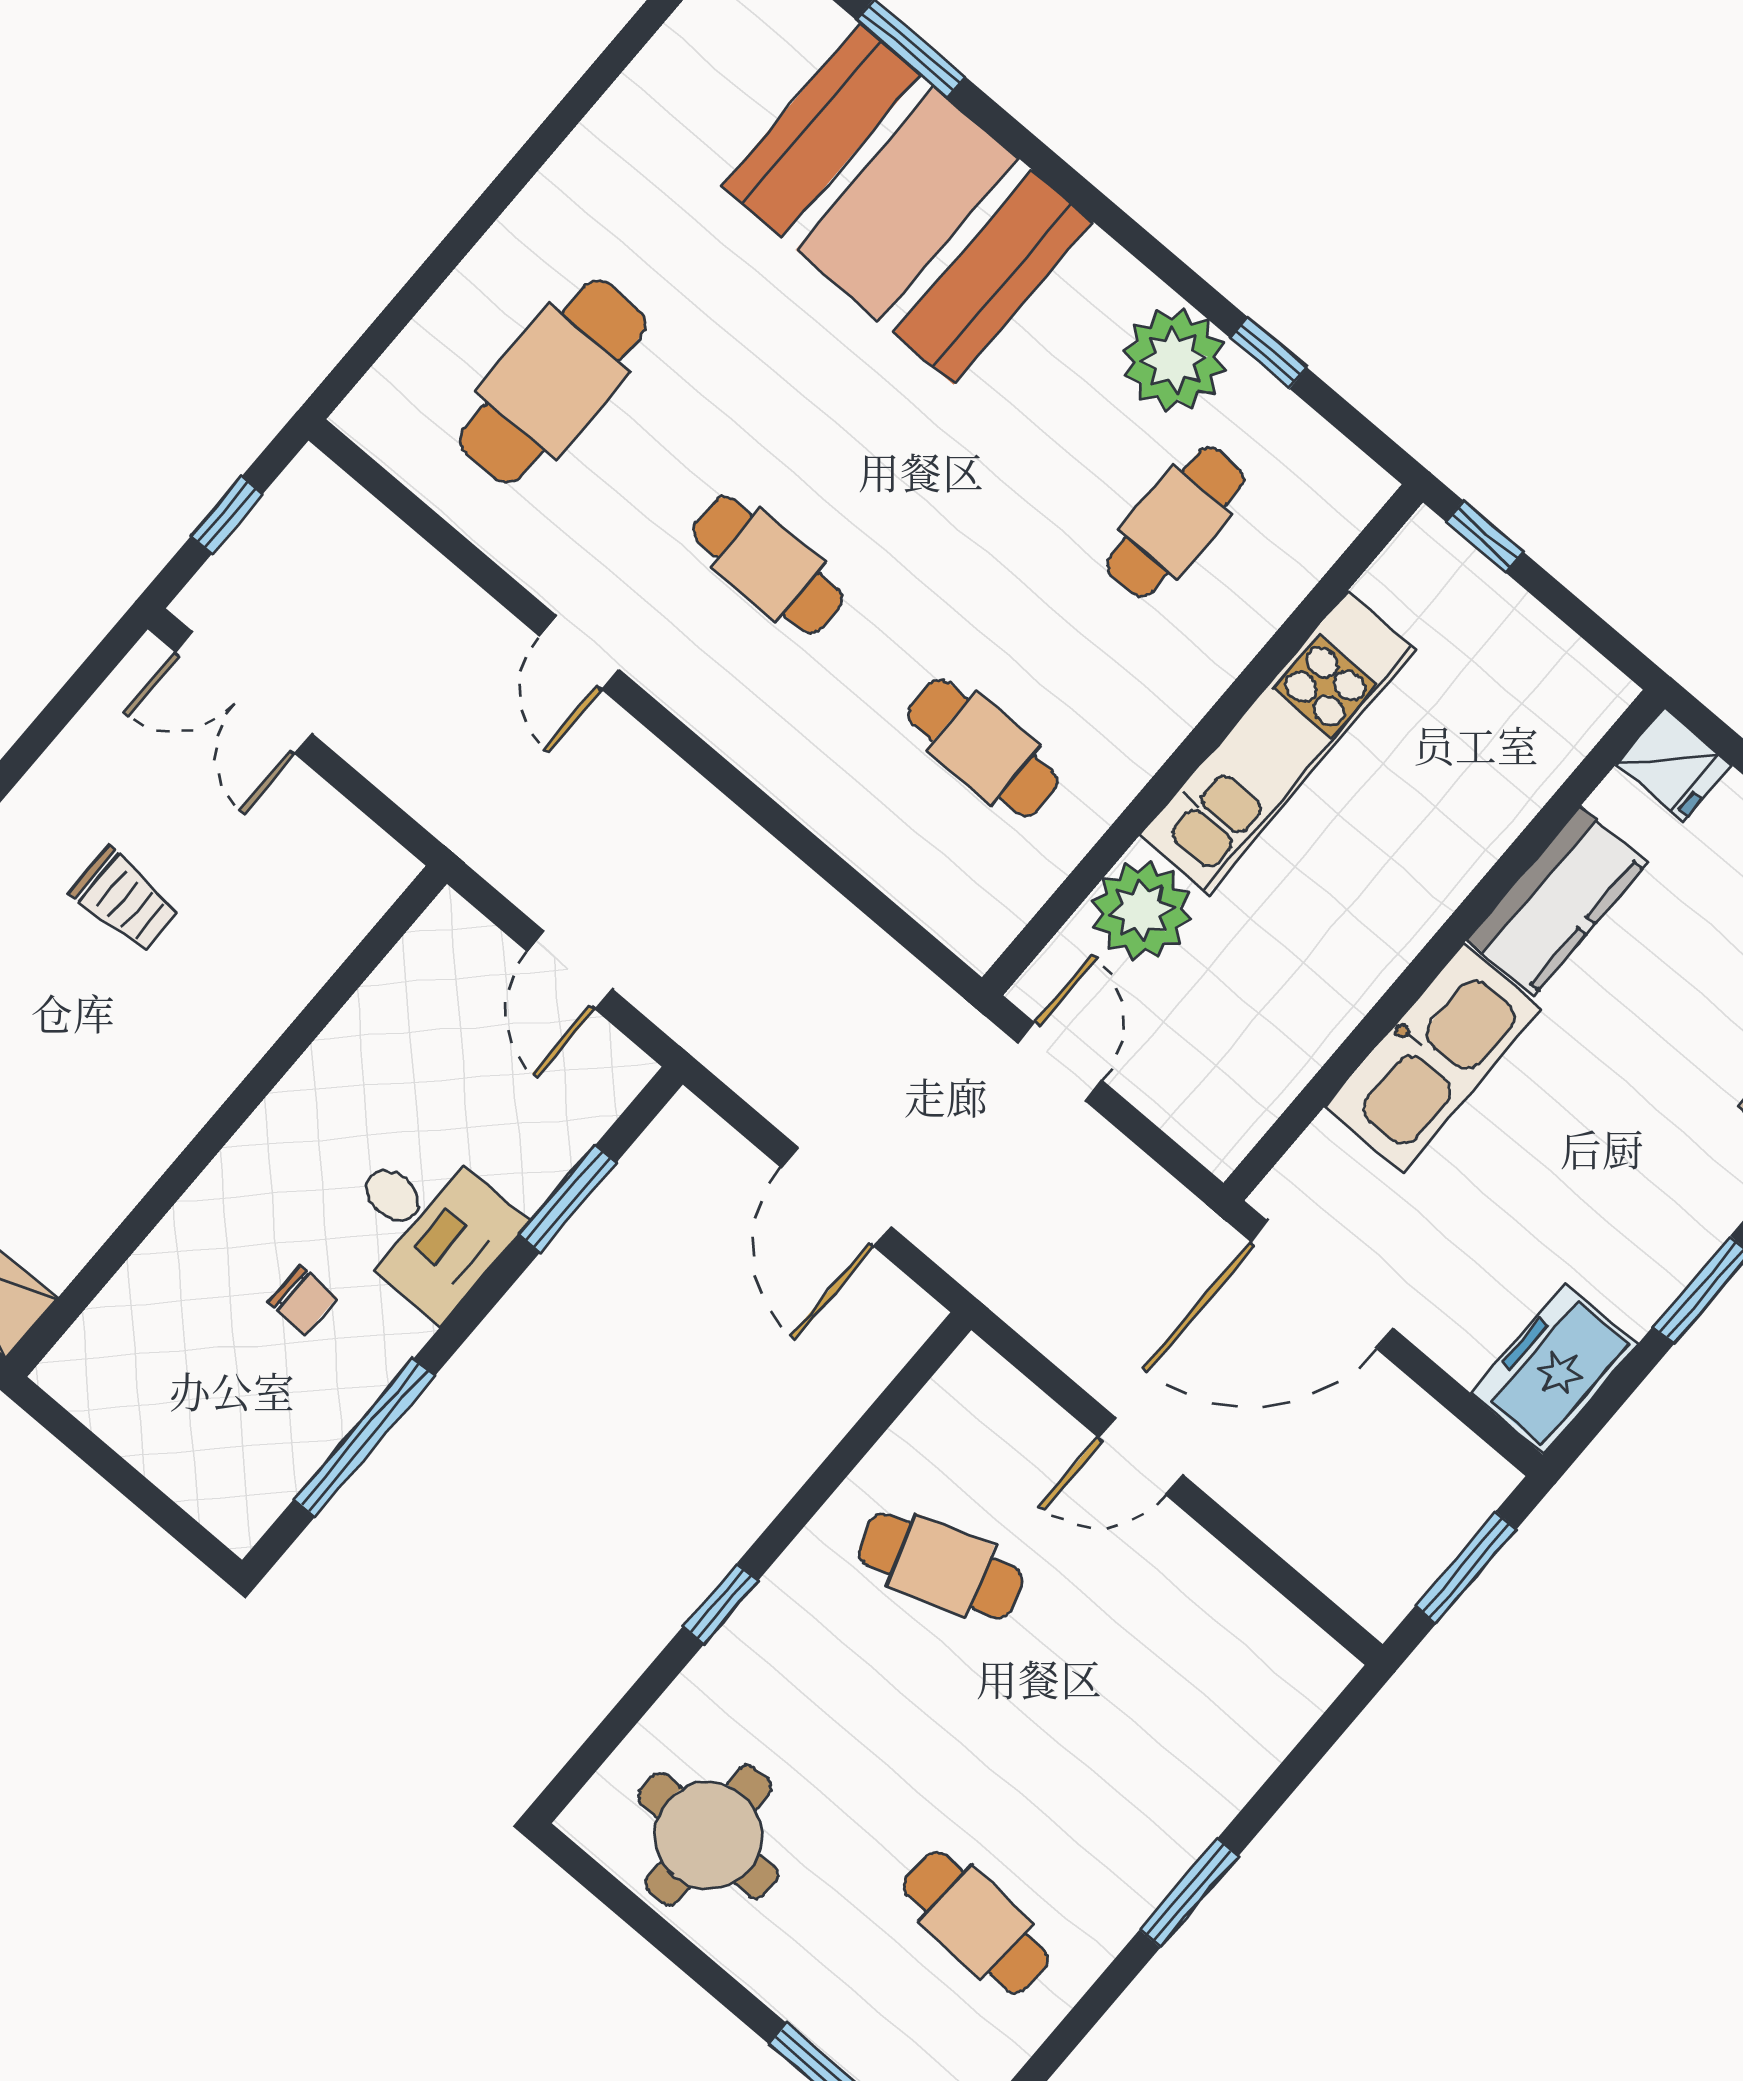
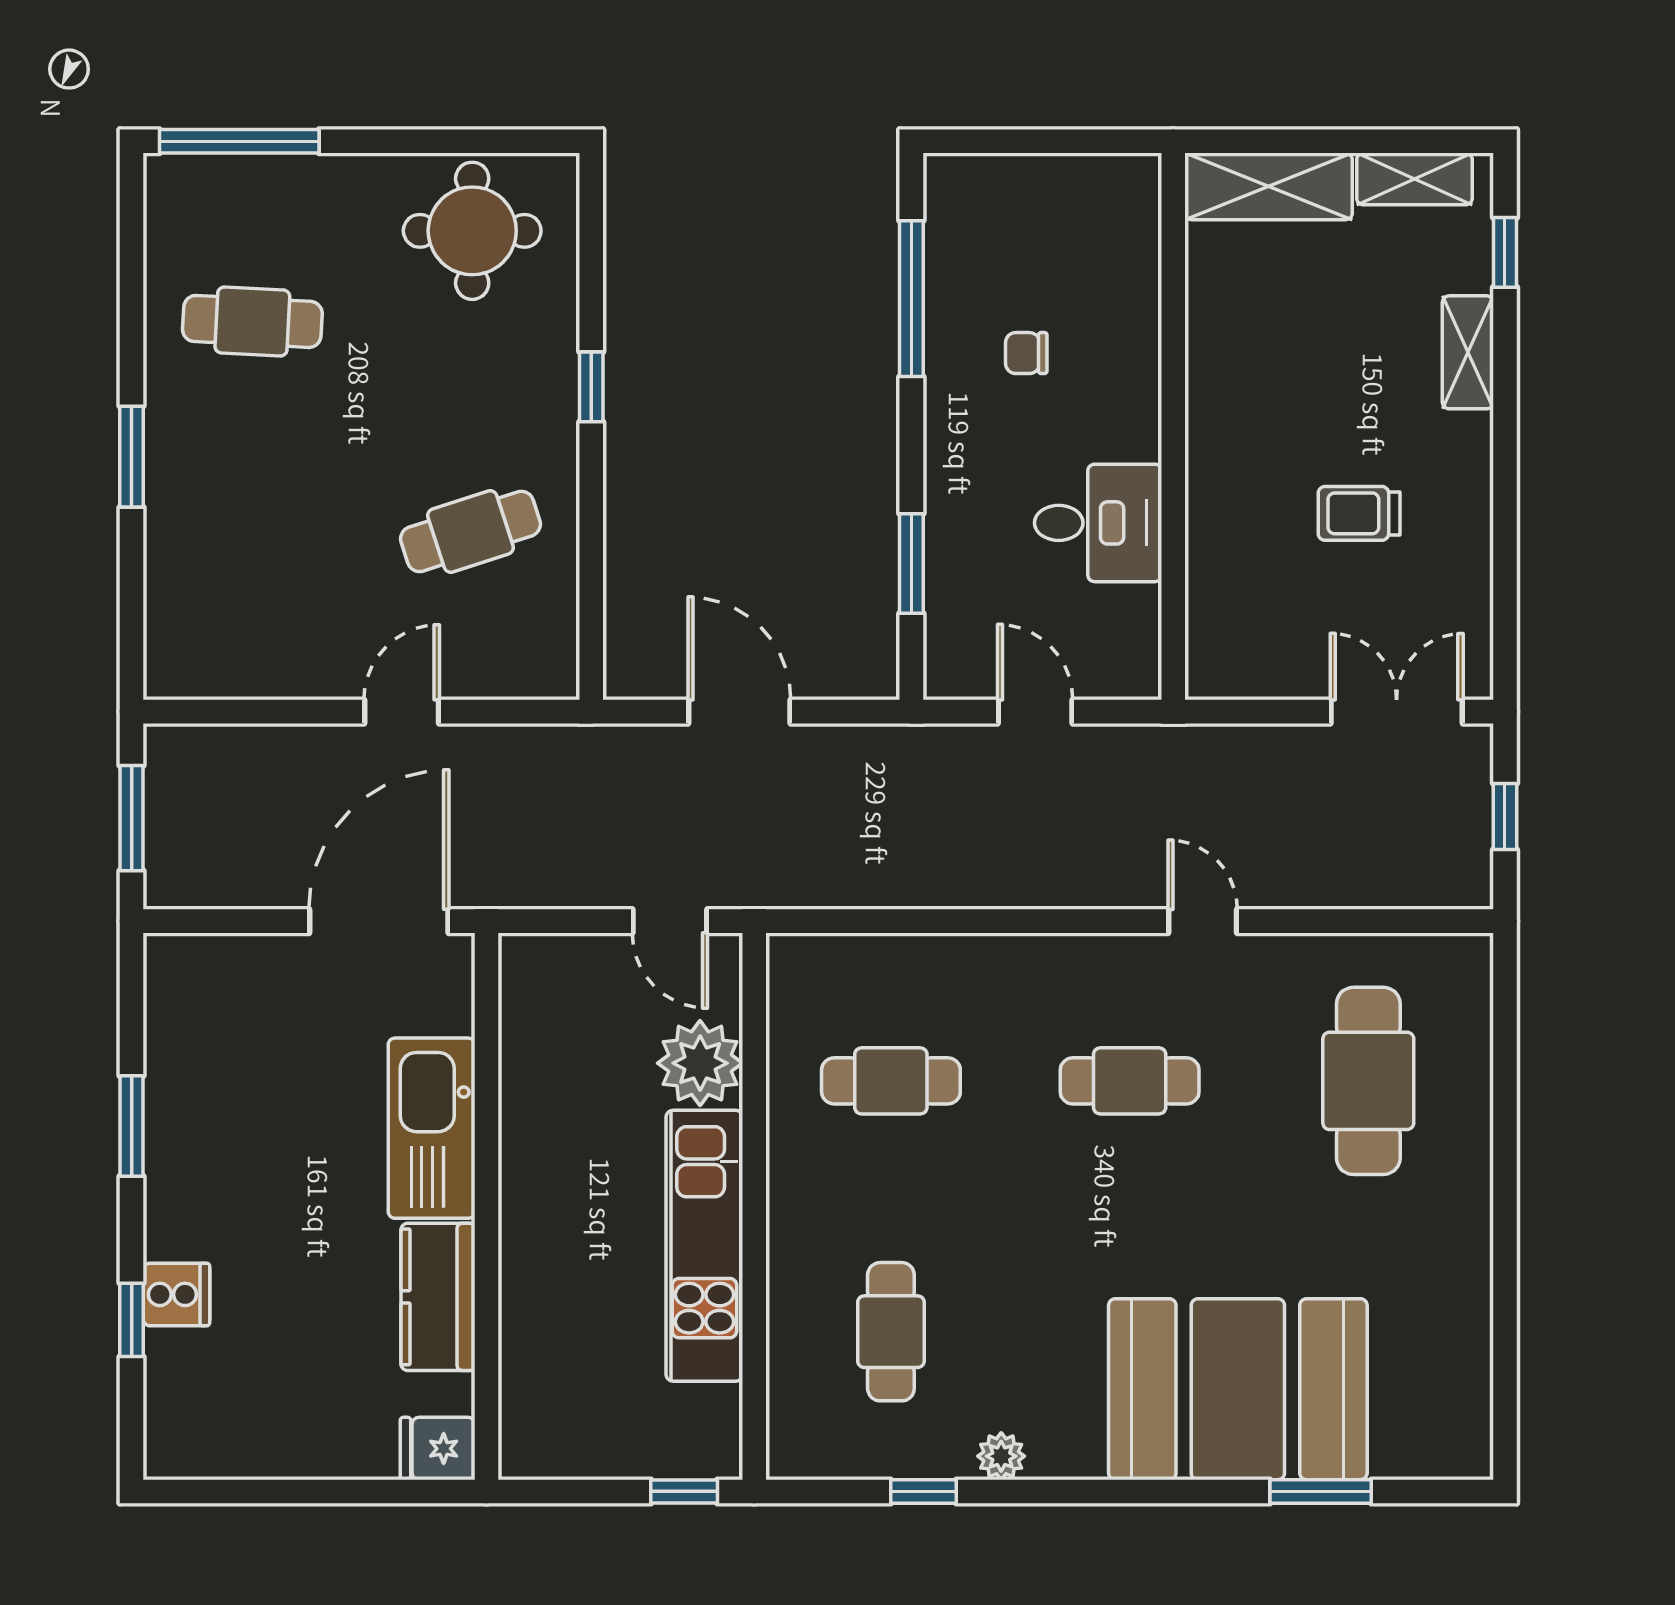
plant: (1174, 360) -> (1001, 1456), width x0.53, depth x0.53
desk: (428, 1226) -> (1098, 523), moved, turned 180
freezer: (1555, 1369) -> (183, 994), removed

